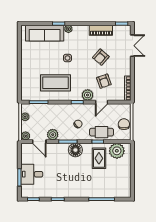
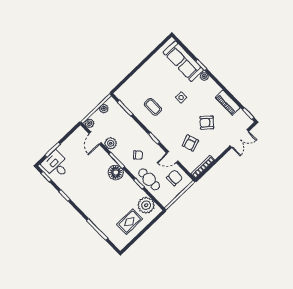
coffee table: (56, 83) -> (153, 107), width x0.54, depth x0.58
plant: (88, 95) -> (167, 141), removed
chair: (124, 124) -> (174, 178), moved
rug: (99, 158) -> (130, 222), moved
desk: (32, 174) -> (56, 165), moved

